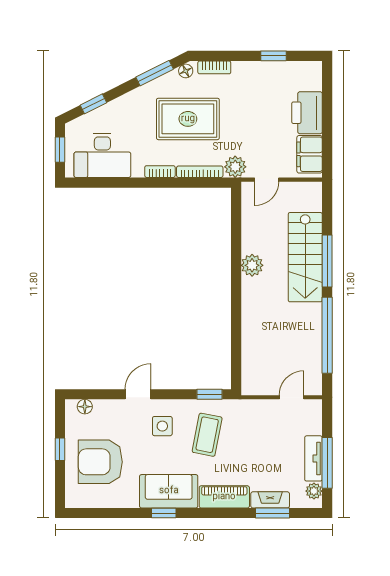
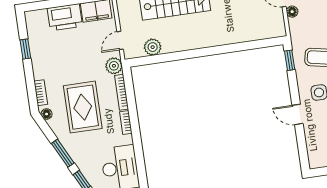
window: (155, 73) -> (63, 153), moved
door: (267, 180) -> (120, 40), swing flipped
plant: (252, 265) -> (153, 47), moved
floor lamp: (85, 407) -> (292, 12), moved

